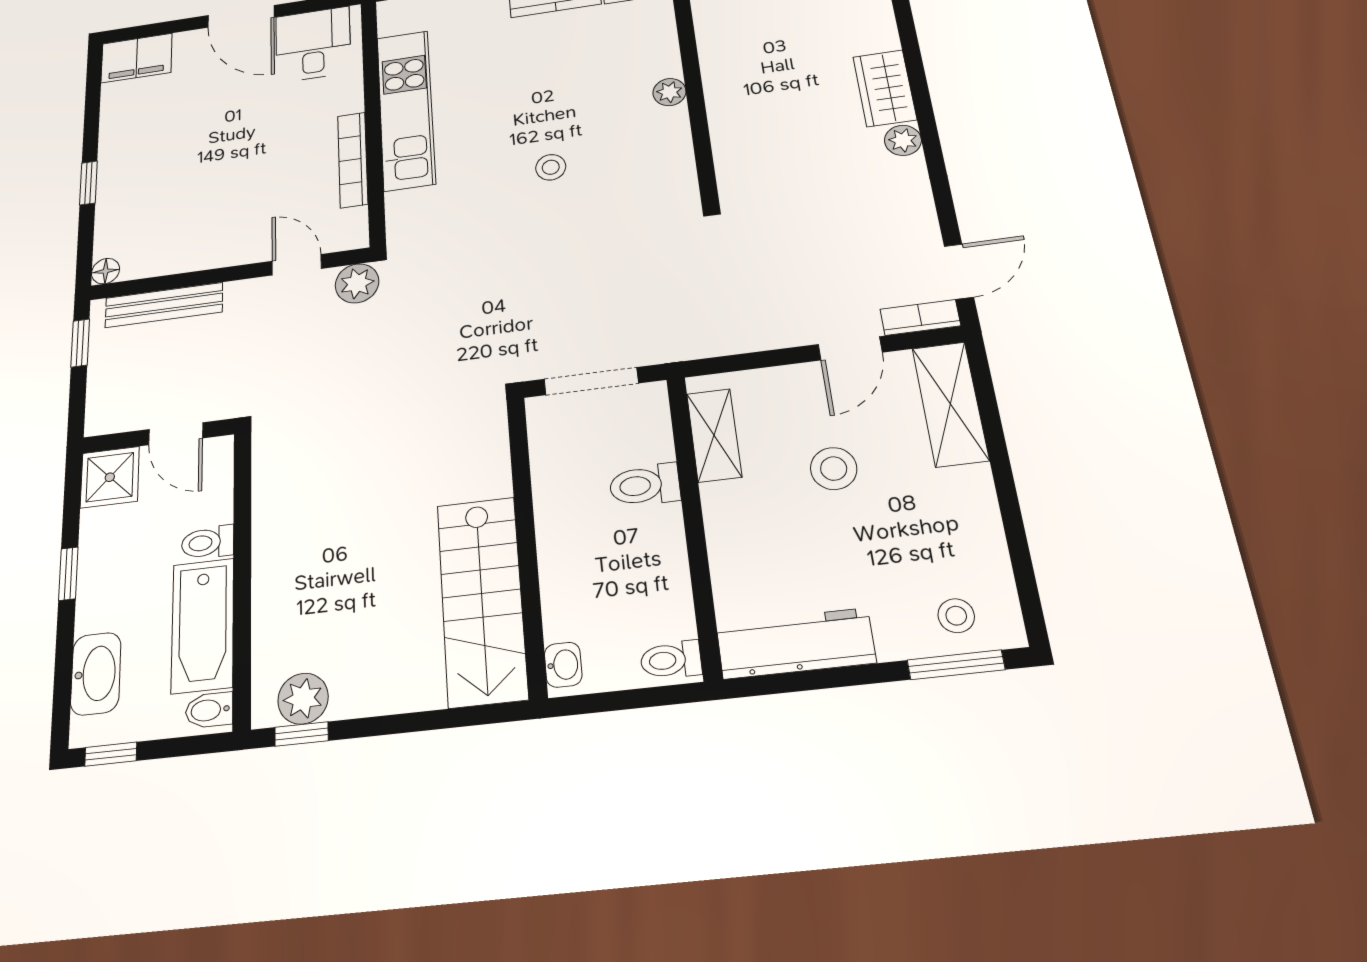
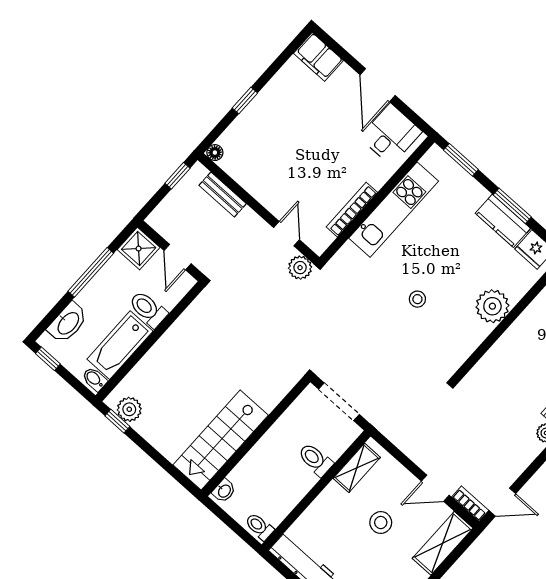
plant: (669, 92) -> (492, 306), width x1.87, depth x1.87
bench: (164, 305) -> (223, 195), width x0.73
toilet: (208, 542) -> (148, 309), width x1.37, depth x1.39
window: (68, 574) -> (91, 272), width x2.17

